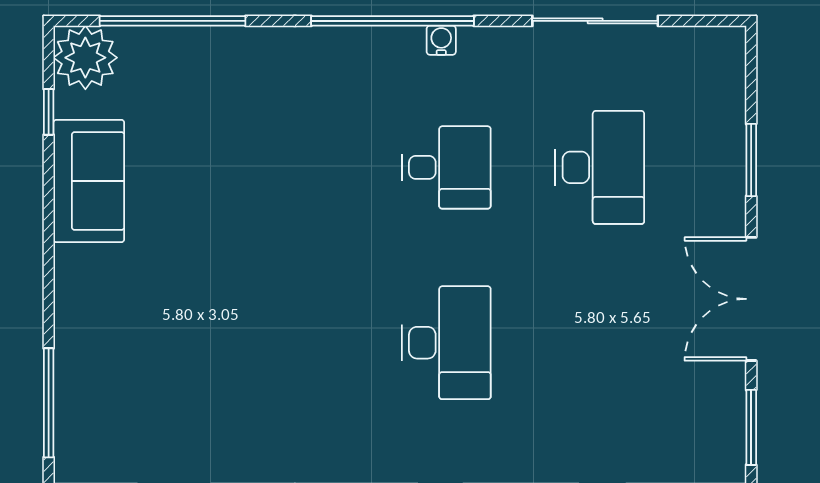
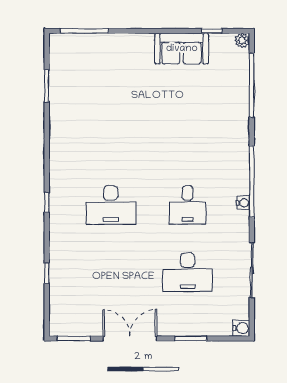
water cooler: (728, 44) -> (241, 328), added
plant: (85, 58) -> (242, 40), width x0.53, depth x0.53

